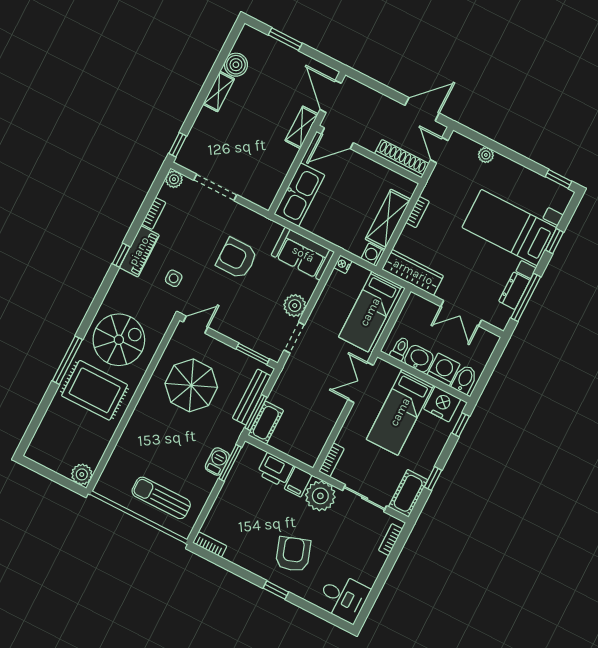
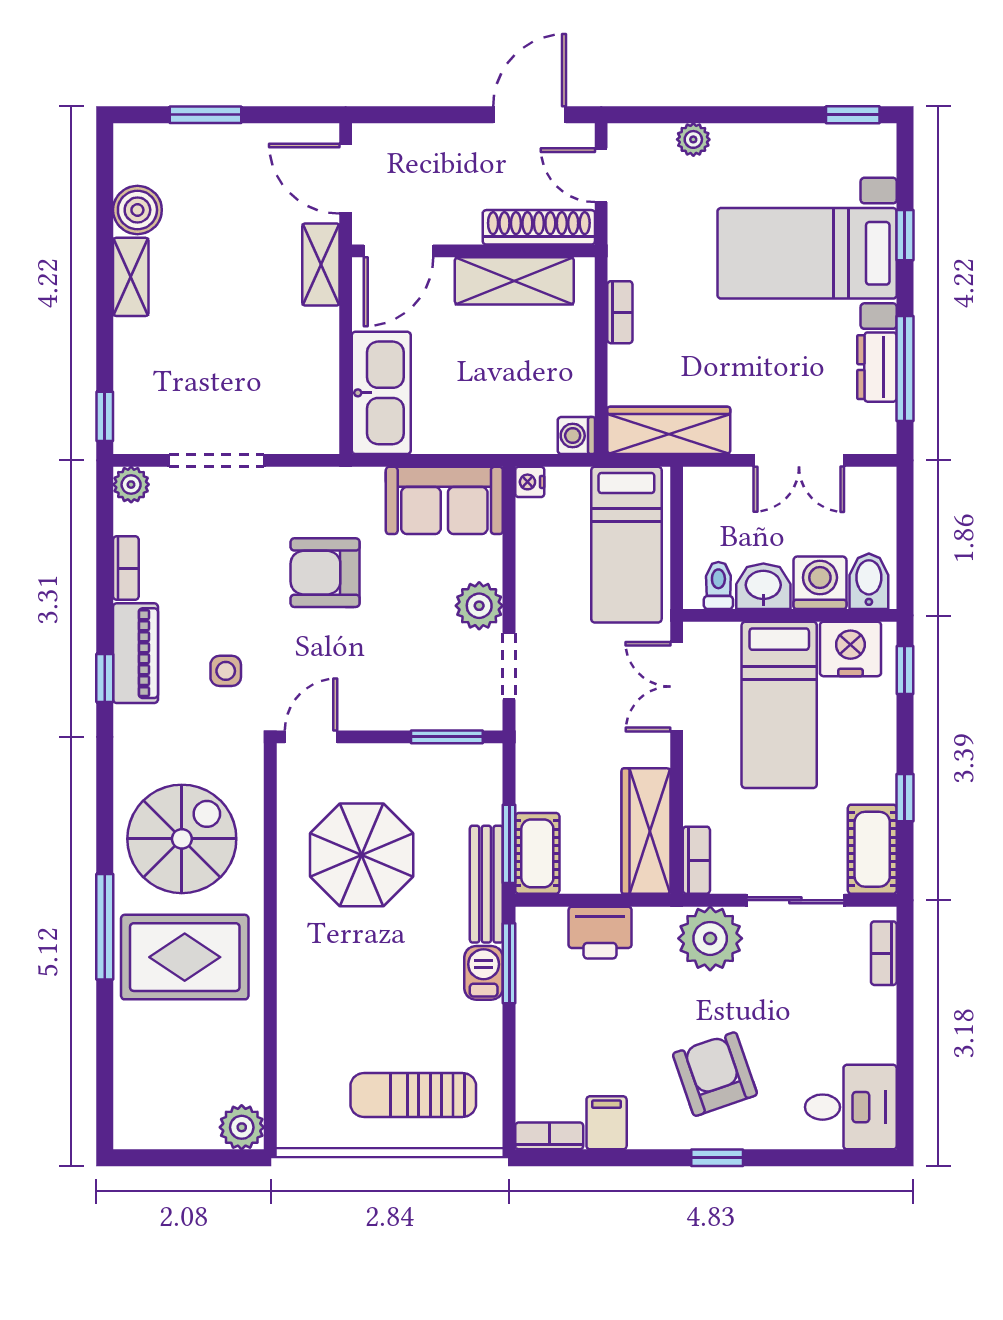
shelving: (388, 219) -> (514, 281), moved, turned 90
bench: (252, 397) -> (486, 884), moved
wardrobe: (316, 437) -> (646, 831), added
filing cabinet: (298, 482) -> (607, 1123), moved, turned 180

